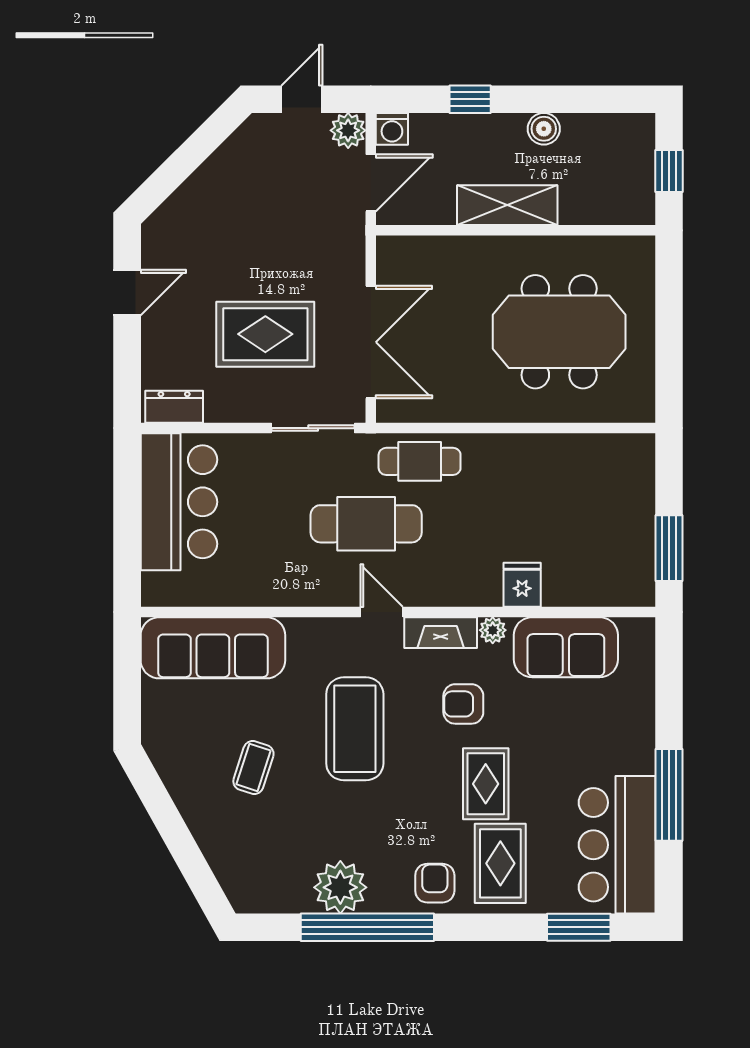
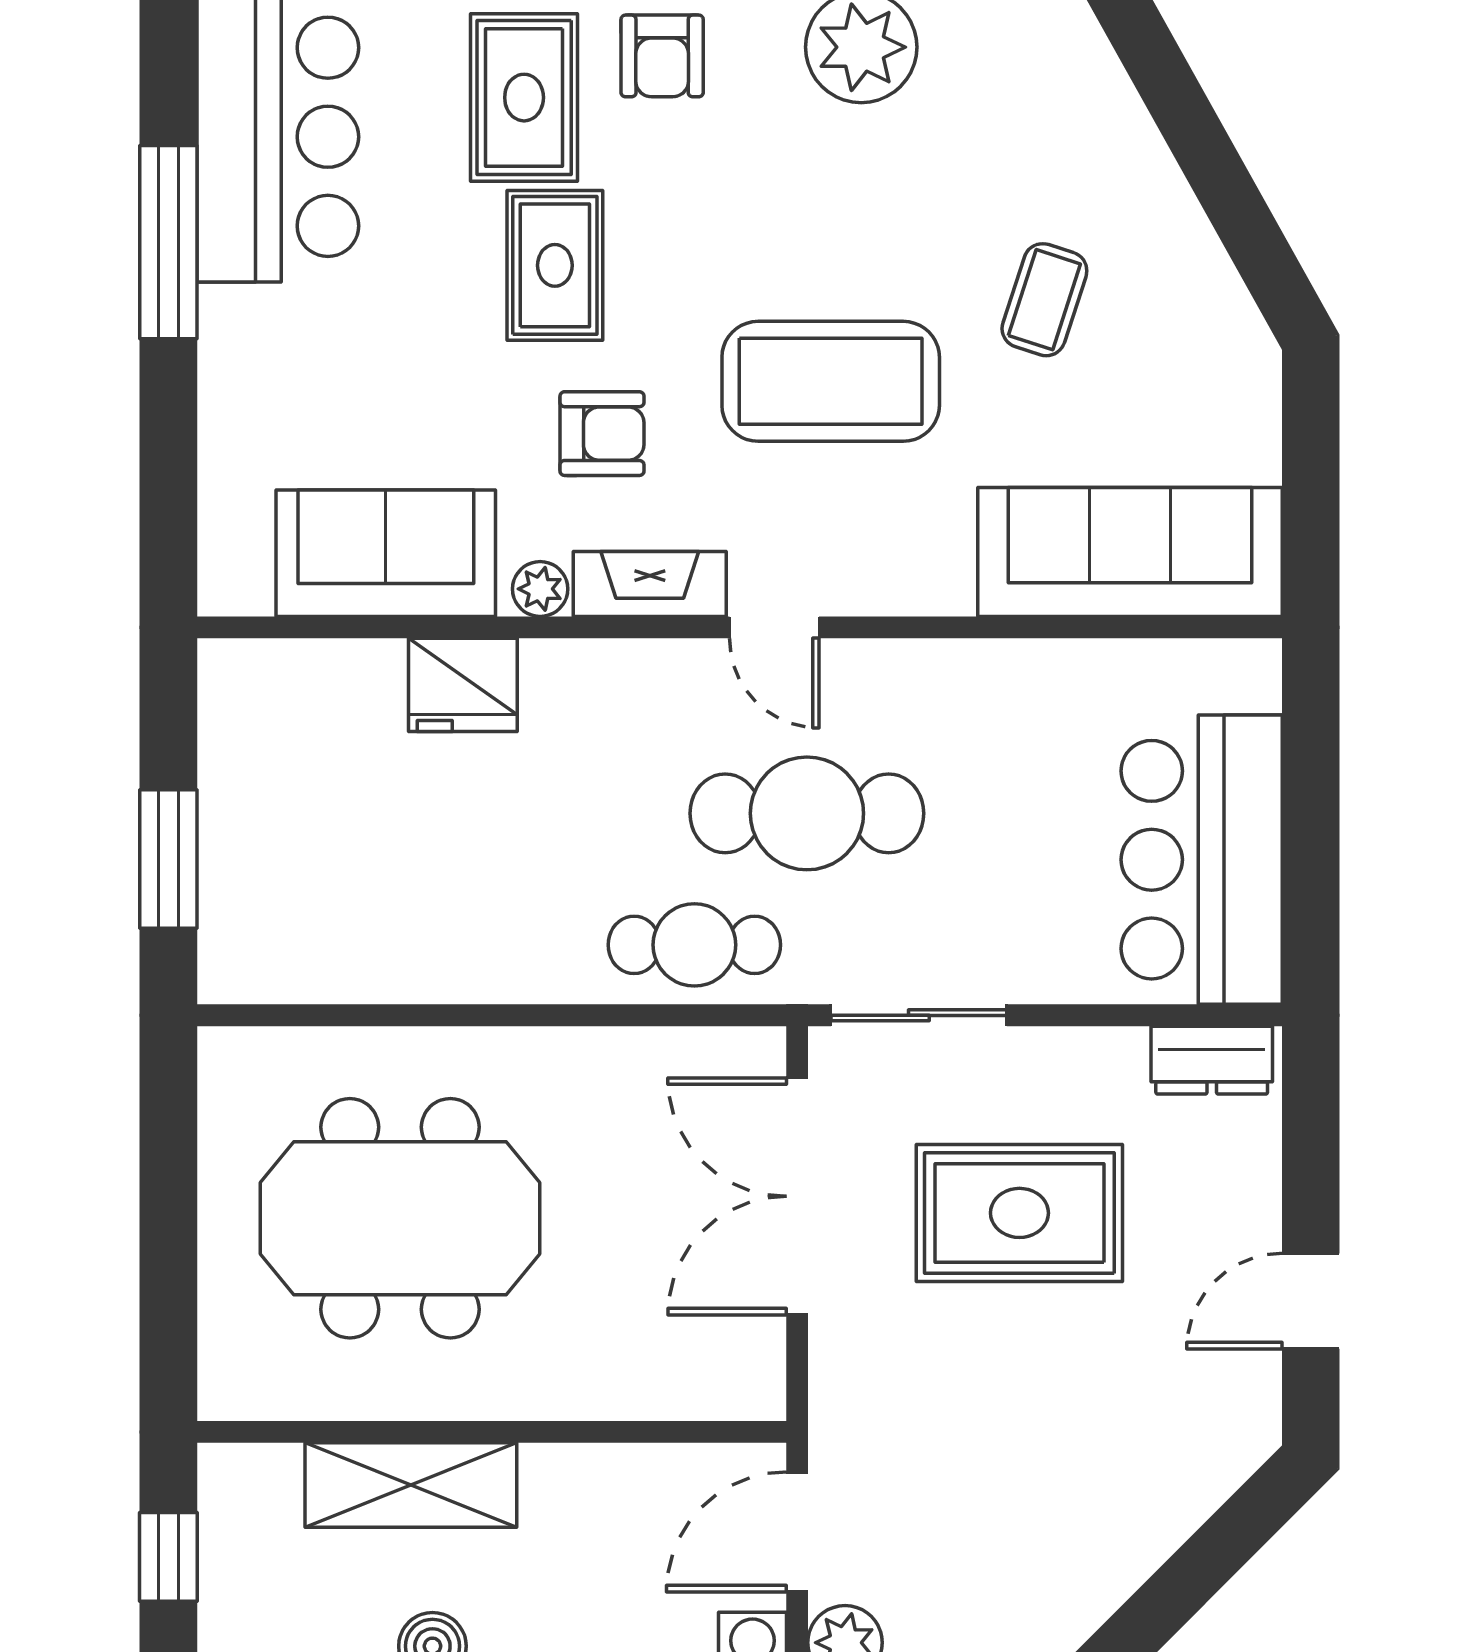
shelving: (507, 205) -> (411, 1485), moved
window: (669, 548) -> (168, 859), moved
fridge: (522, 585) -> (463, 685), width x1.38
coffee table: (355, 729) -> (831, 381), turned 90

